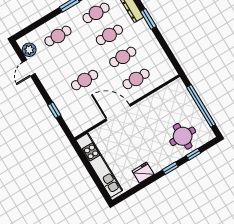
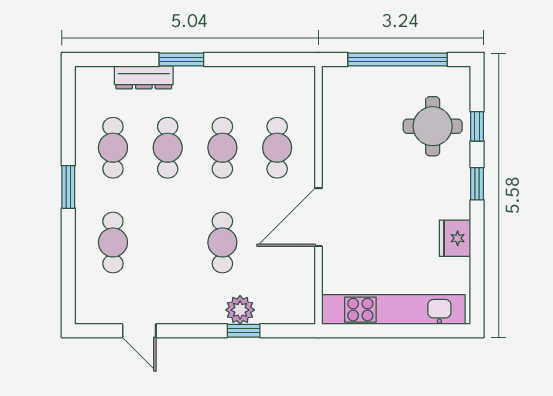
plant: (29, 50) -> (240, 310), moved

